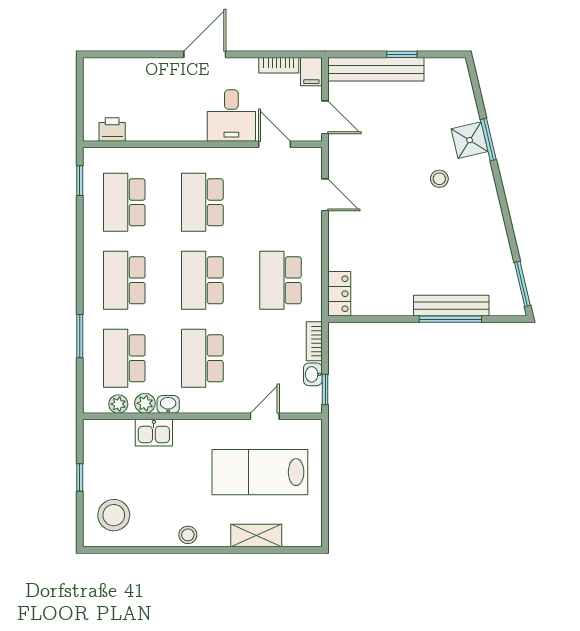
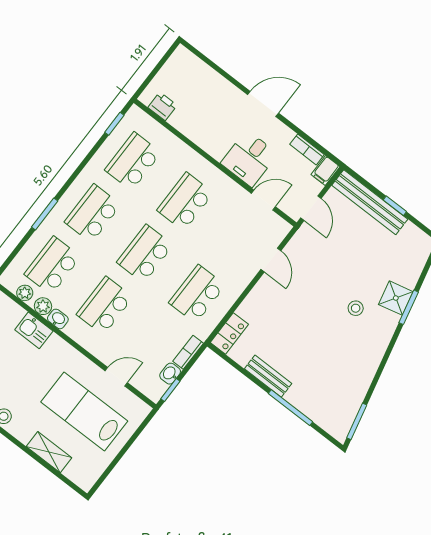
door: (274, 144) -> (263, 200), hinge flipped
bench: (451, 306) -> (268, 376), moved, width x0.73
window: (80, 336) -> (45, 214), moved

